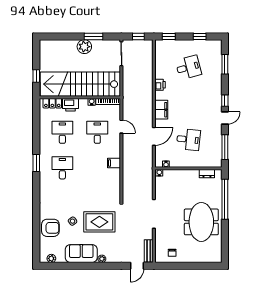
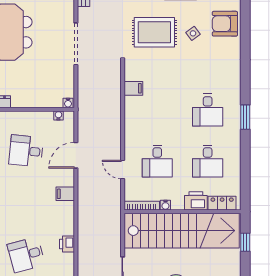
printer: (160, 85) -> (67, 244), moved
filing cabinet: (161, 110) -> (65, 194), width x0.50
filing cabinet: (114, 163) -> (133, 88), moved

